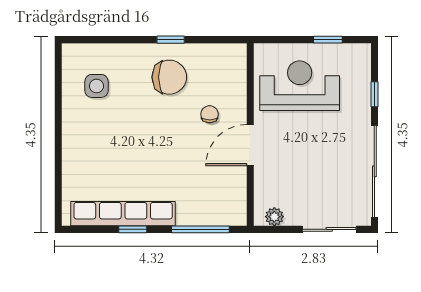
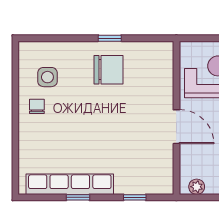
chair: (210, 114) -> (37, 106), moved
door: (250, 145) -> (176, 127), swing flipped
window: (200, 229) -> (135, 197), width x0.46

